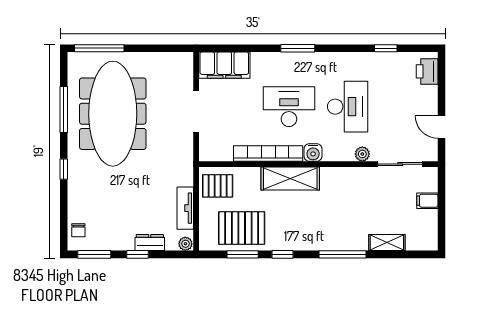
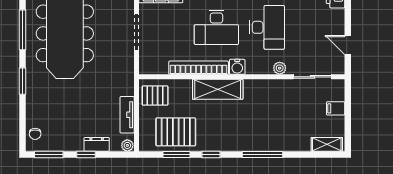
desk: (289, 107) -> (216, 27), turned 180
window: (64, 169) -> (23, 81), width x1.50
shelving: (387, 243) -> (327, 144), moved

